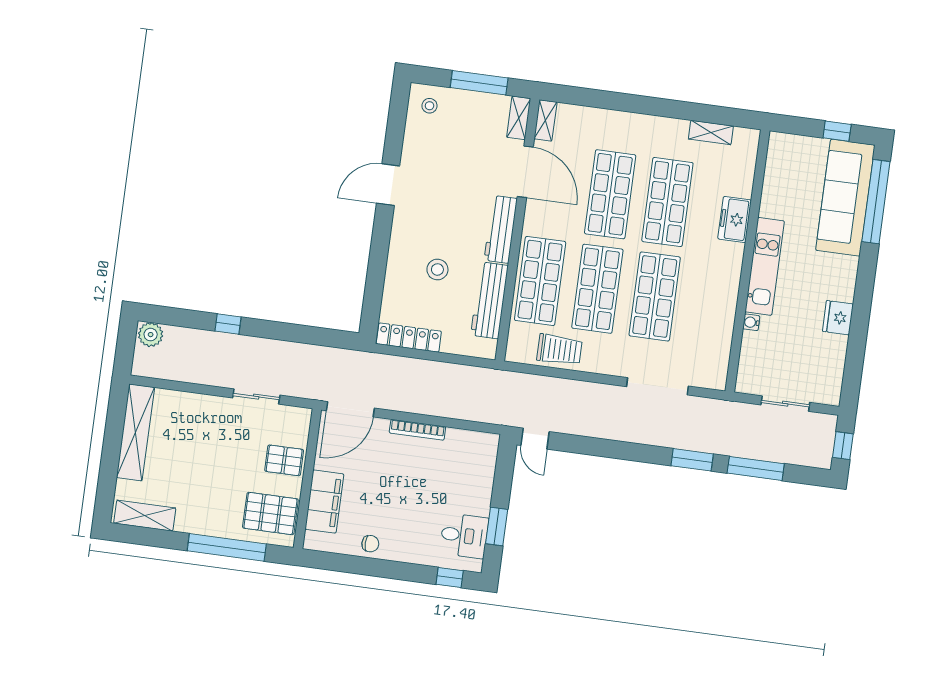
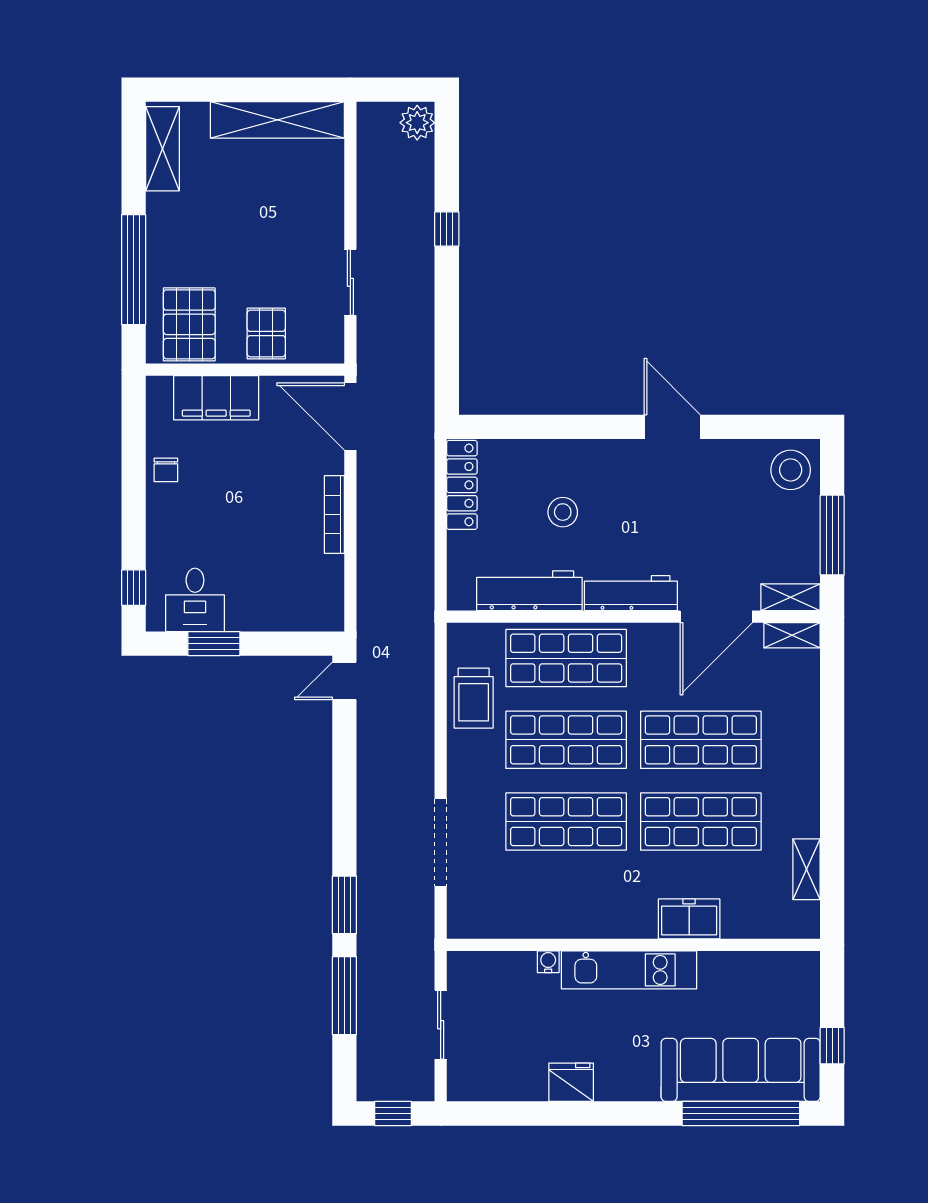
stool: (429, 106) -> (791, 470), width x1.89, depth x1.89

